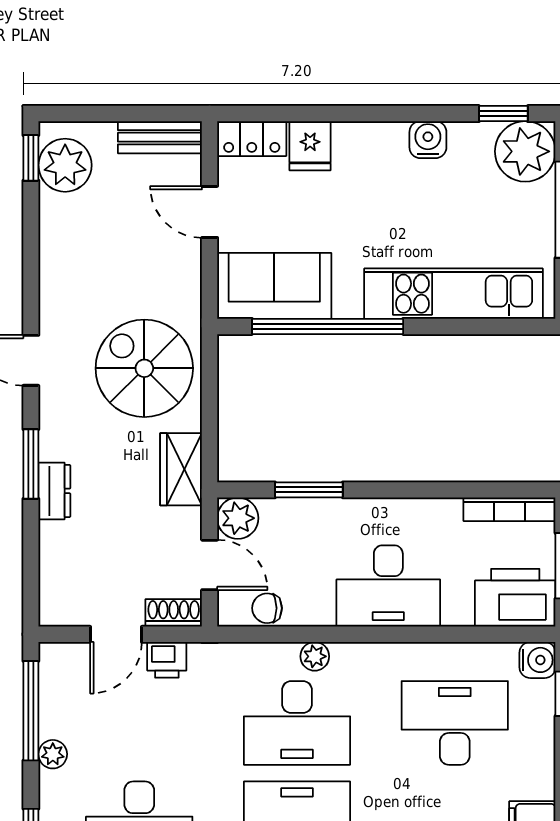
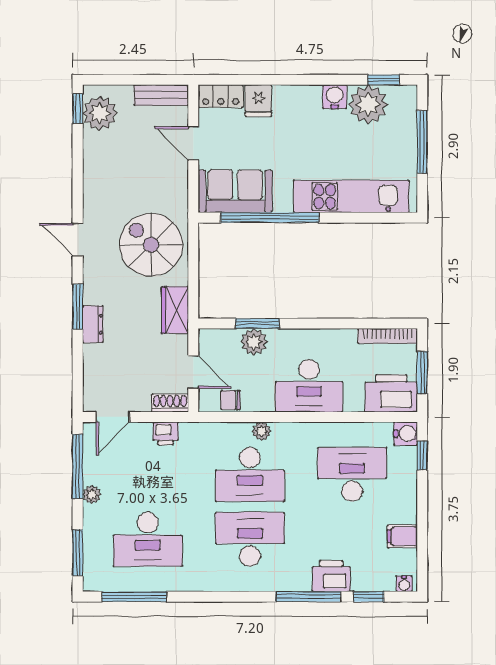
plant: (525, 151) -> (368, 104), moved
plant: (238, 518) -> (254, 342), moved
door: (116, 634) -> (113, 417), moved

